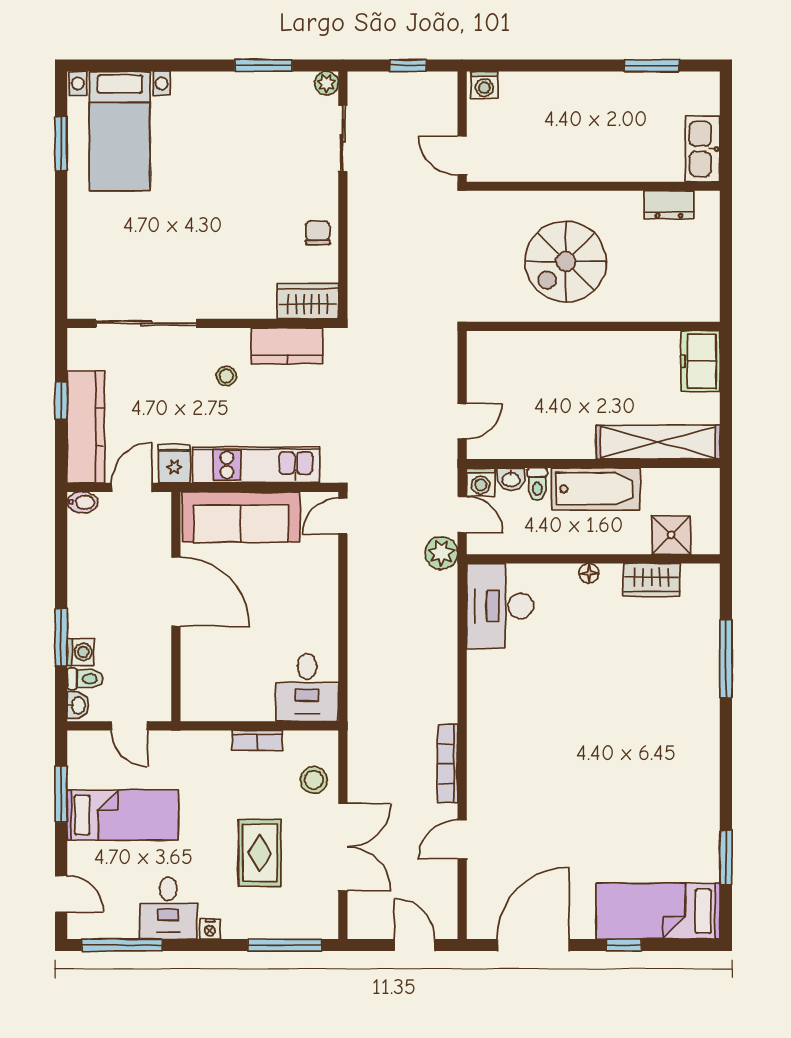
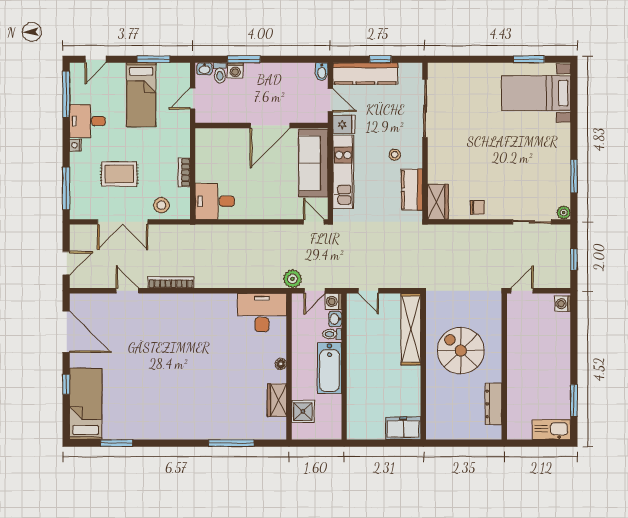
kitchen sink: (703, 149) -> (552, 430), moved
dresser: (669, 205) -> (493, 404), width x1.44
shelving: (658, 442) -> (411, 329), moved

